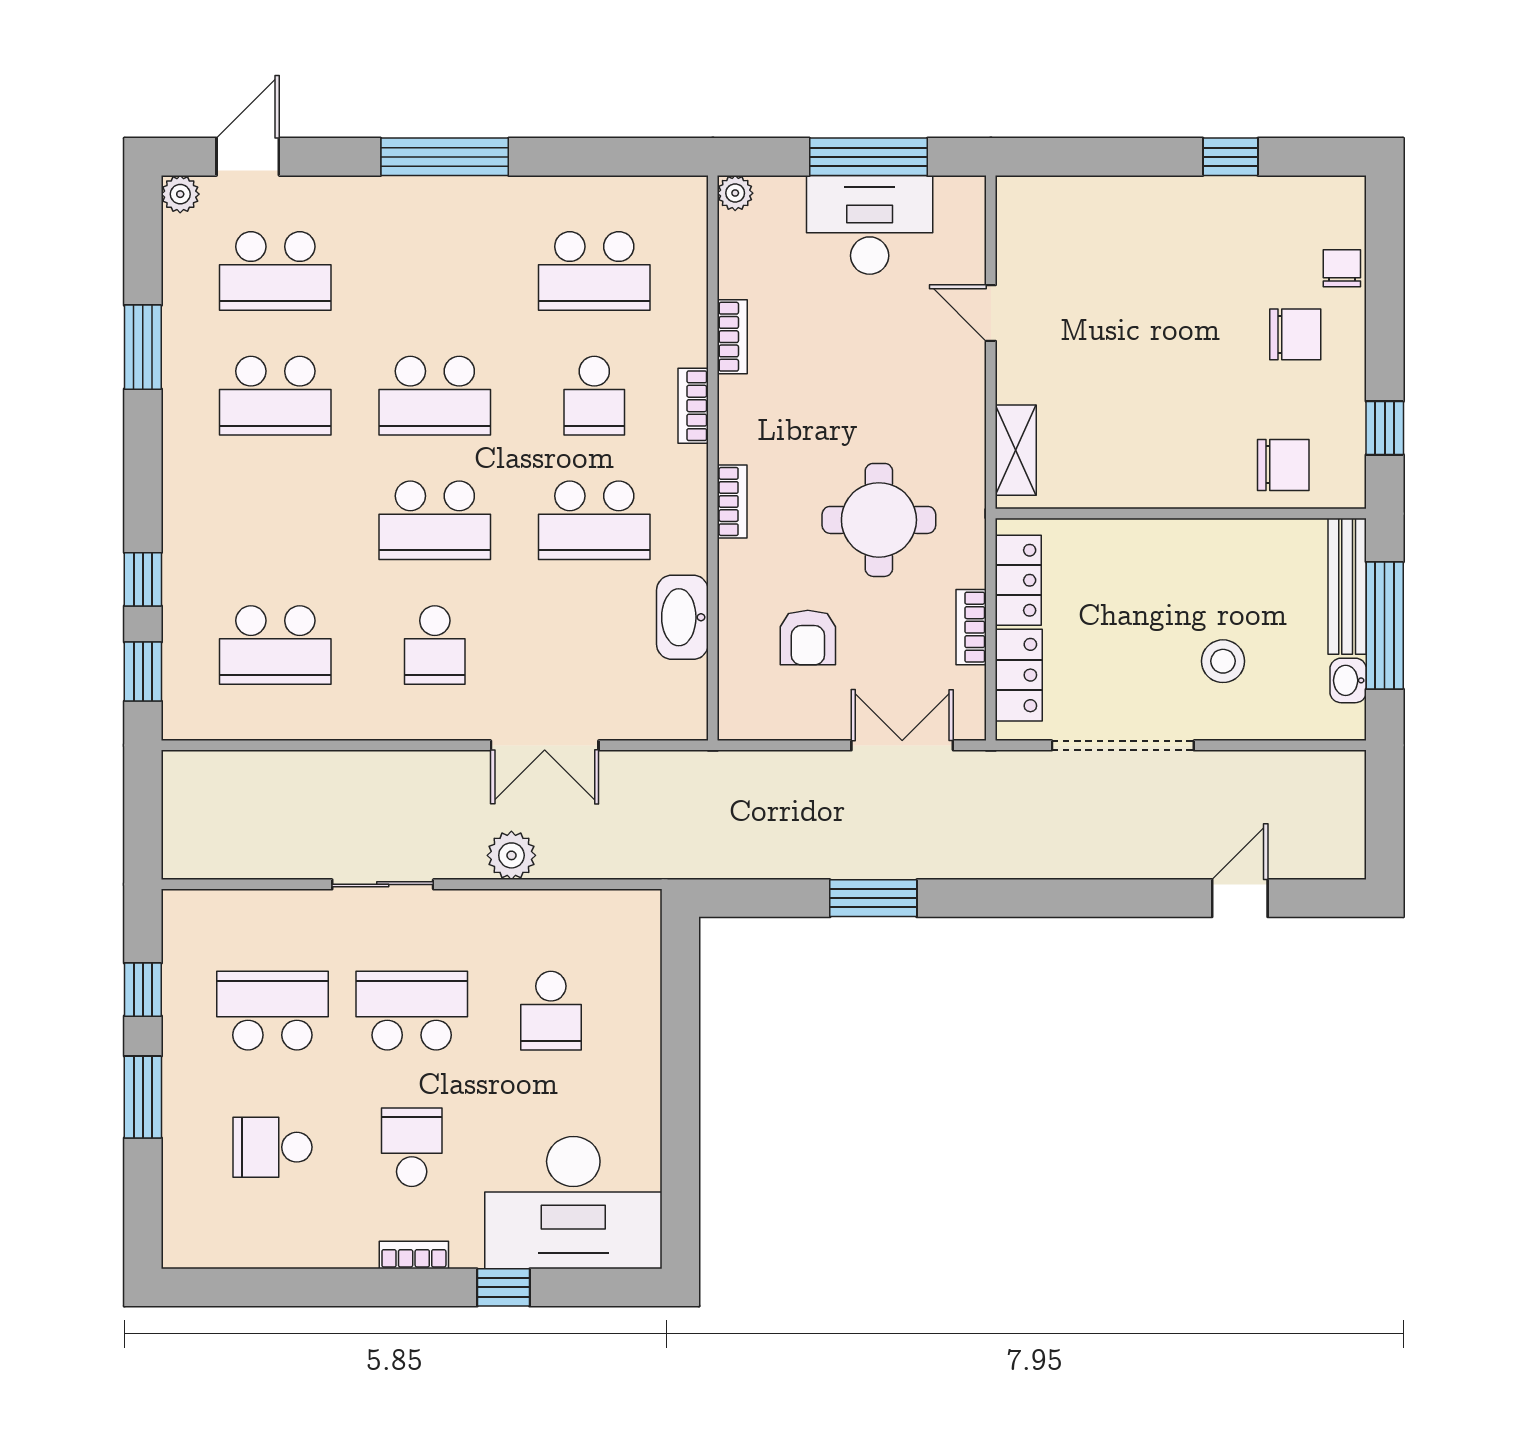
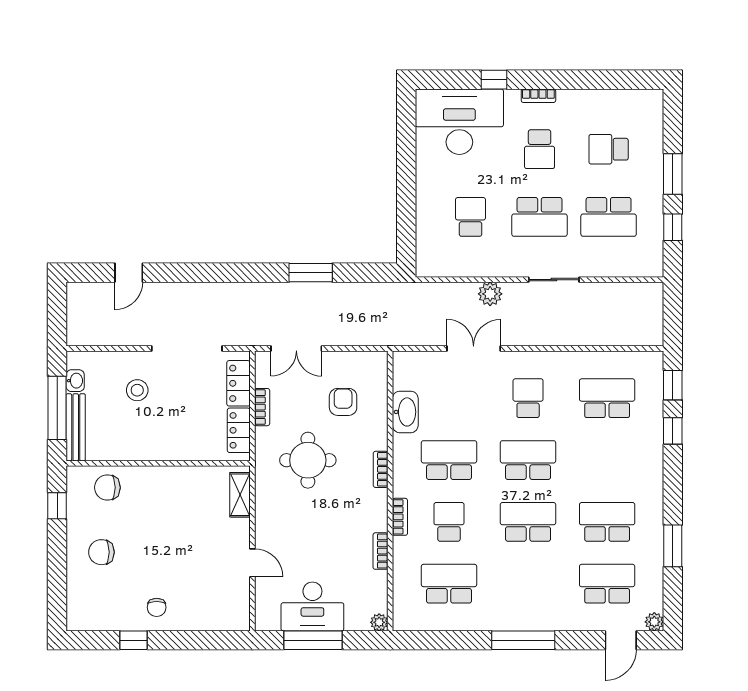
chair: (1342, 268) -> (157, 607), moved
school desk: (272, 1147) -> (609, 149), turned 180

